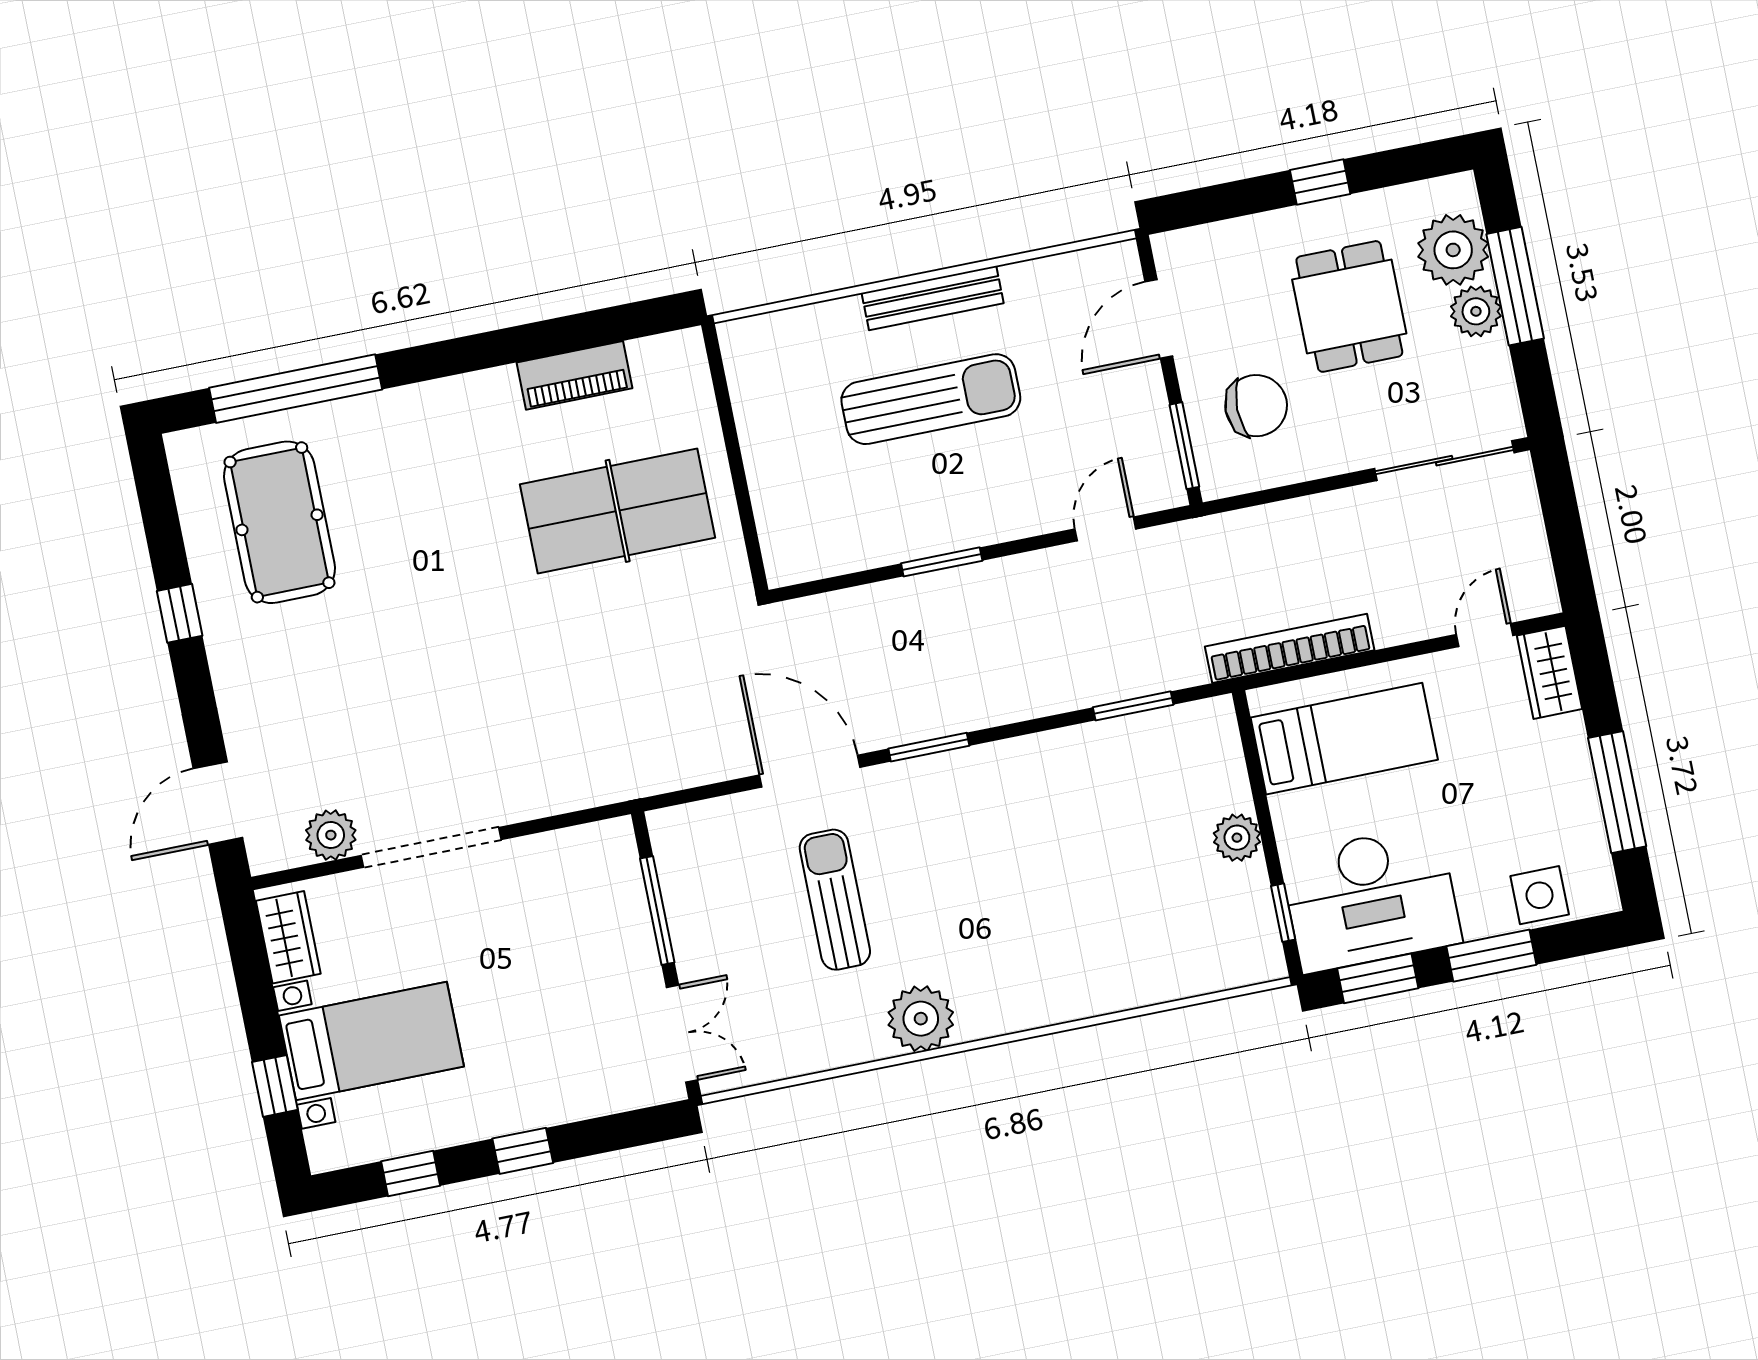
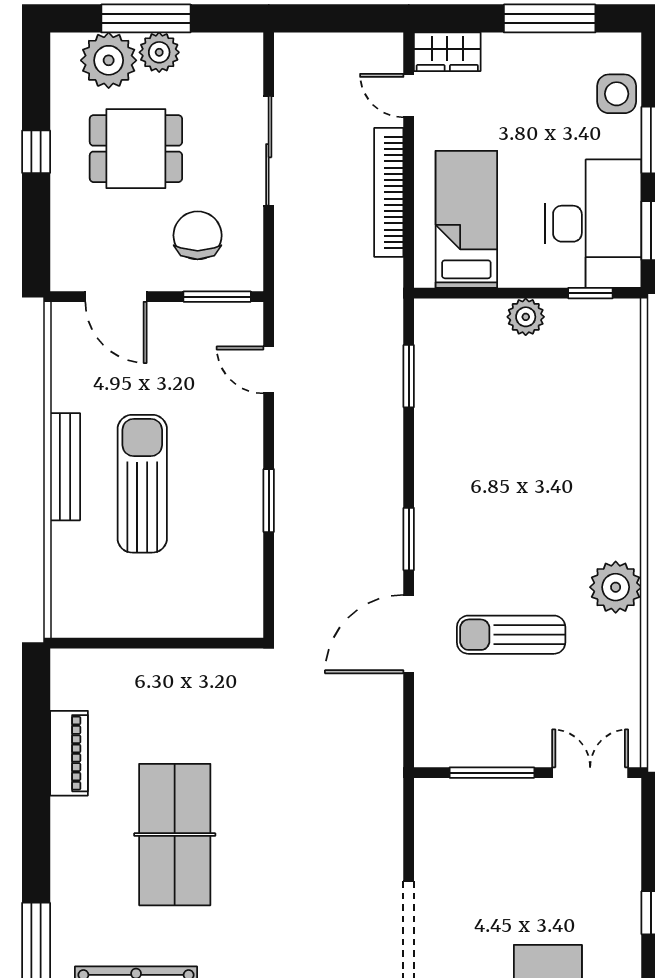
sliding door: (1444, 461) -> (269, 151), moved
table tennis table: (618, 511) -> (175, 835), moved
bookcase: (1290, 648) -> (389, 192), moved

